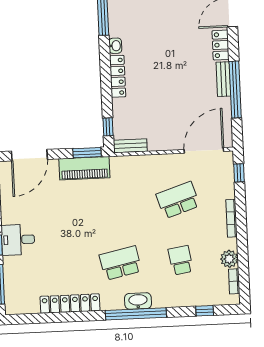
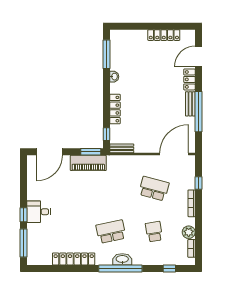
locker: (118, 76) -> (115, 109), moved
window: (239, 173) -> (198, 183), moved
school desk: (178, 200) -> (154, 189), turned 33

